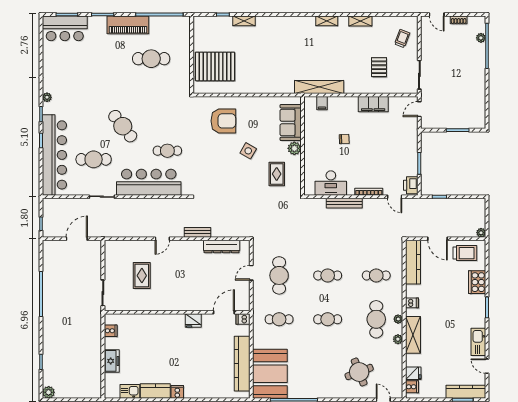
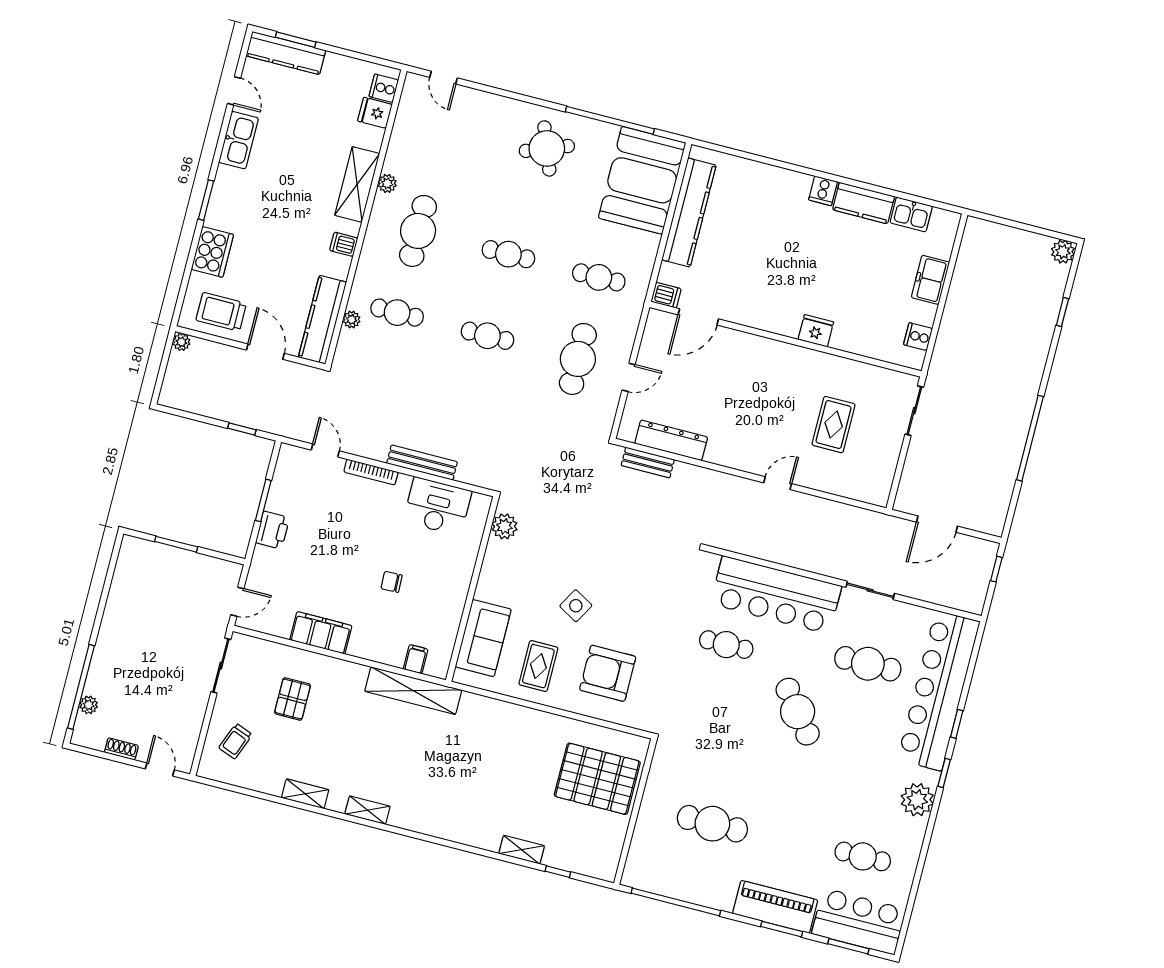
piano: (128, 25) -> (775, 907), moved
cafe table: (71, 62) -> (863, 856), added
plant: (47, 97) -> (917, 800), width x1.88, depth x1.88
plant: (294, 148) -> (504, 526), moved
rug: (277, 174) -> (538, 666), moved
printer: (411, 185) -> (273, 530), moved
bench: (197, 232) -> (648, 463), moved
plant: (398, 319) -> (352, 320), moved
fridge: (193, 320) -> (816, 331), moved
round table: (359, 372) -> (547, 148), moved

